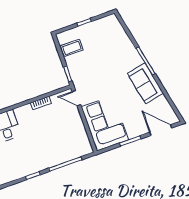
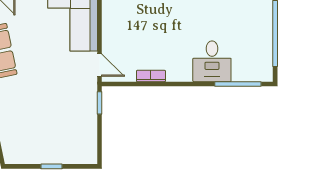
coffee table: (72, 48) -> (81, 137), removed

